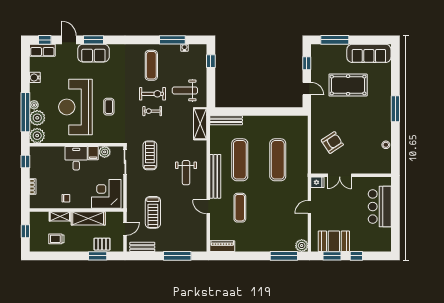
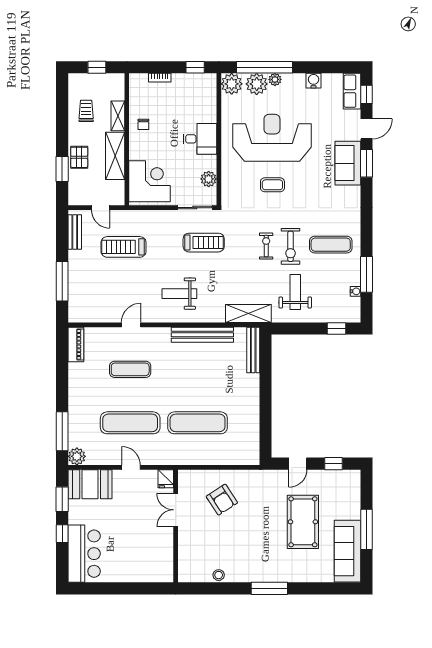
window: (335, 40) -> (367, 529), moved
filing cabinet: (93, 153) -> (207, 163), removed
exercise mat: (240, 160) -> (130, 423), moved
bench: (215, 176) -> (202, 335), moved
bar counter: (380, 207) -> (84, 554), moved, turned 90
booth: (334, 241) -> (90, 484), moved, turned 90
pallet: (102, 244) -> (79, 157), moved

